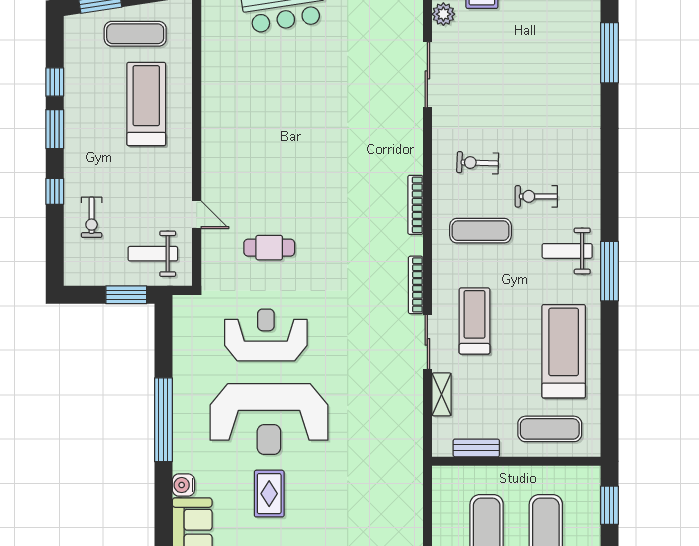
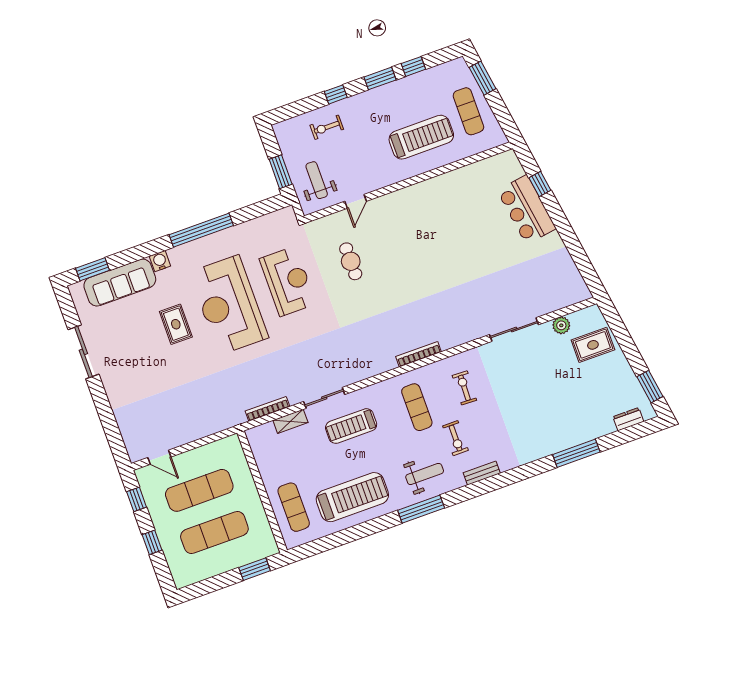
exercise bike: (536, 196) -> (456, 438), turned 180
weight bench: (567, 251) -> (425, 474), turned 90
bookcase: (416, 285) -> (267, 409), moved
treadmill: (474, 321) -> (351, 426), turned 180
bench: (476, 448) -> (482, 473), moved, turned 90
rug: (269, 494) -> (176, 324), turned 90

